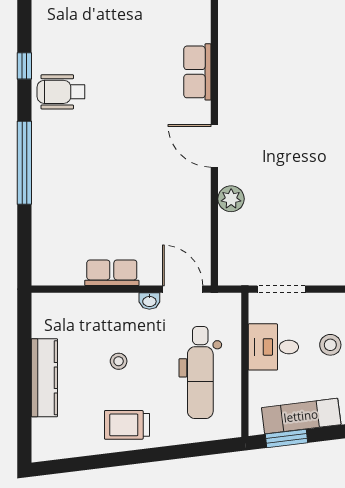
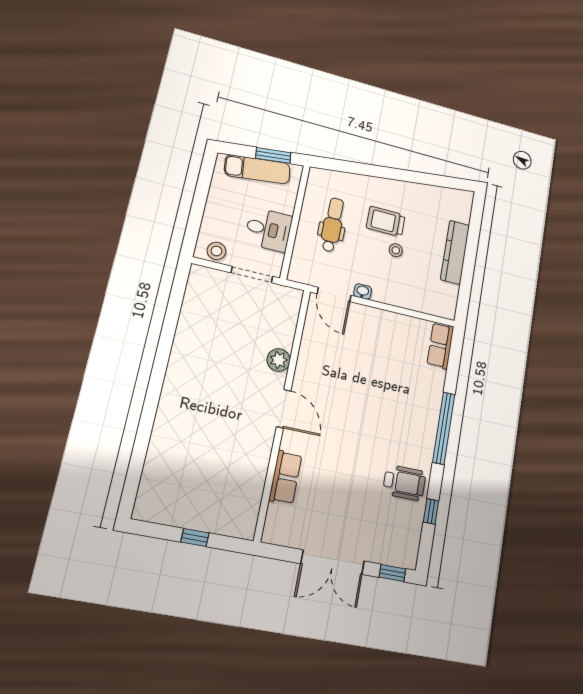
row of seats: (112, 273) -> (440, 346), moved, turned 90
stool: (330, 345) -> (216, 251), moved
dental chair: (200, 372) -> (333, 225), width x0.73, depth x0.72
trolley: (127, 425) -> (386, 221), moved, turned 180

